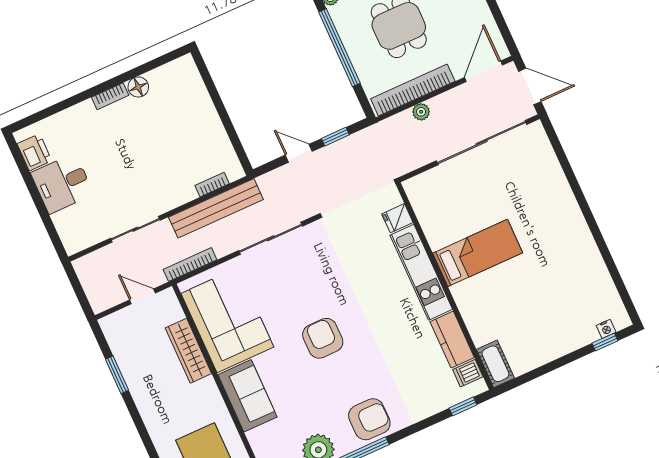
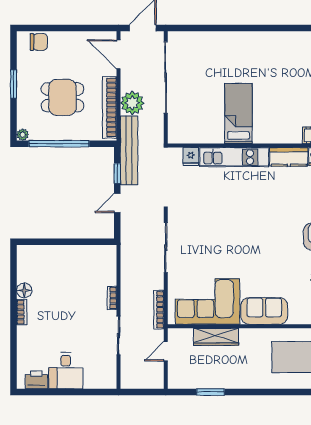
plant: (421, 112) -> (132, 103), width x1.88, depth x1.88
bookcase: (212, 185) -> (112, 298), moved
bench: (216, 208) -> (129, 151), moved
armchair: (323, 338) -> (249, 243), removed

